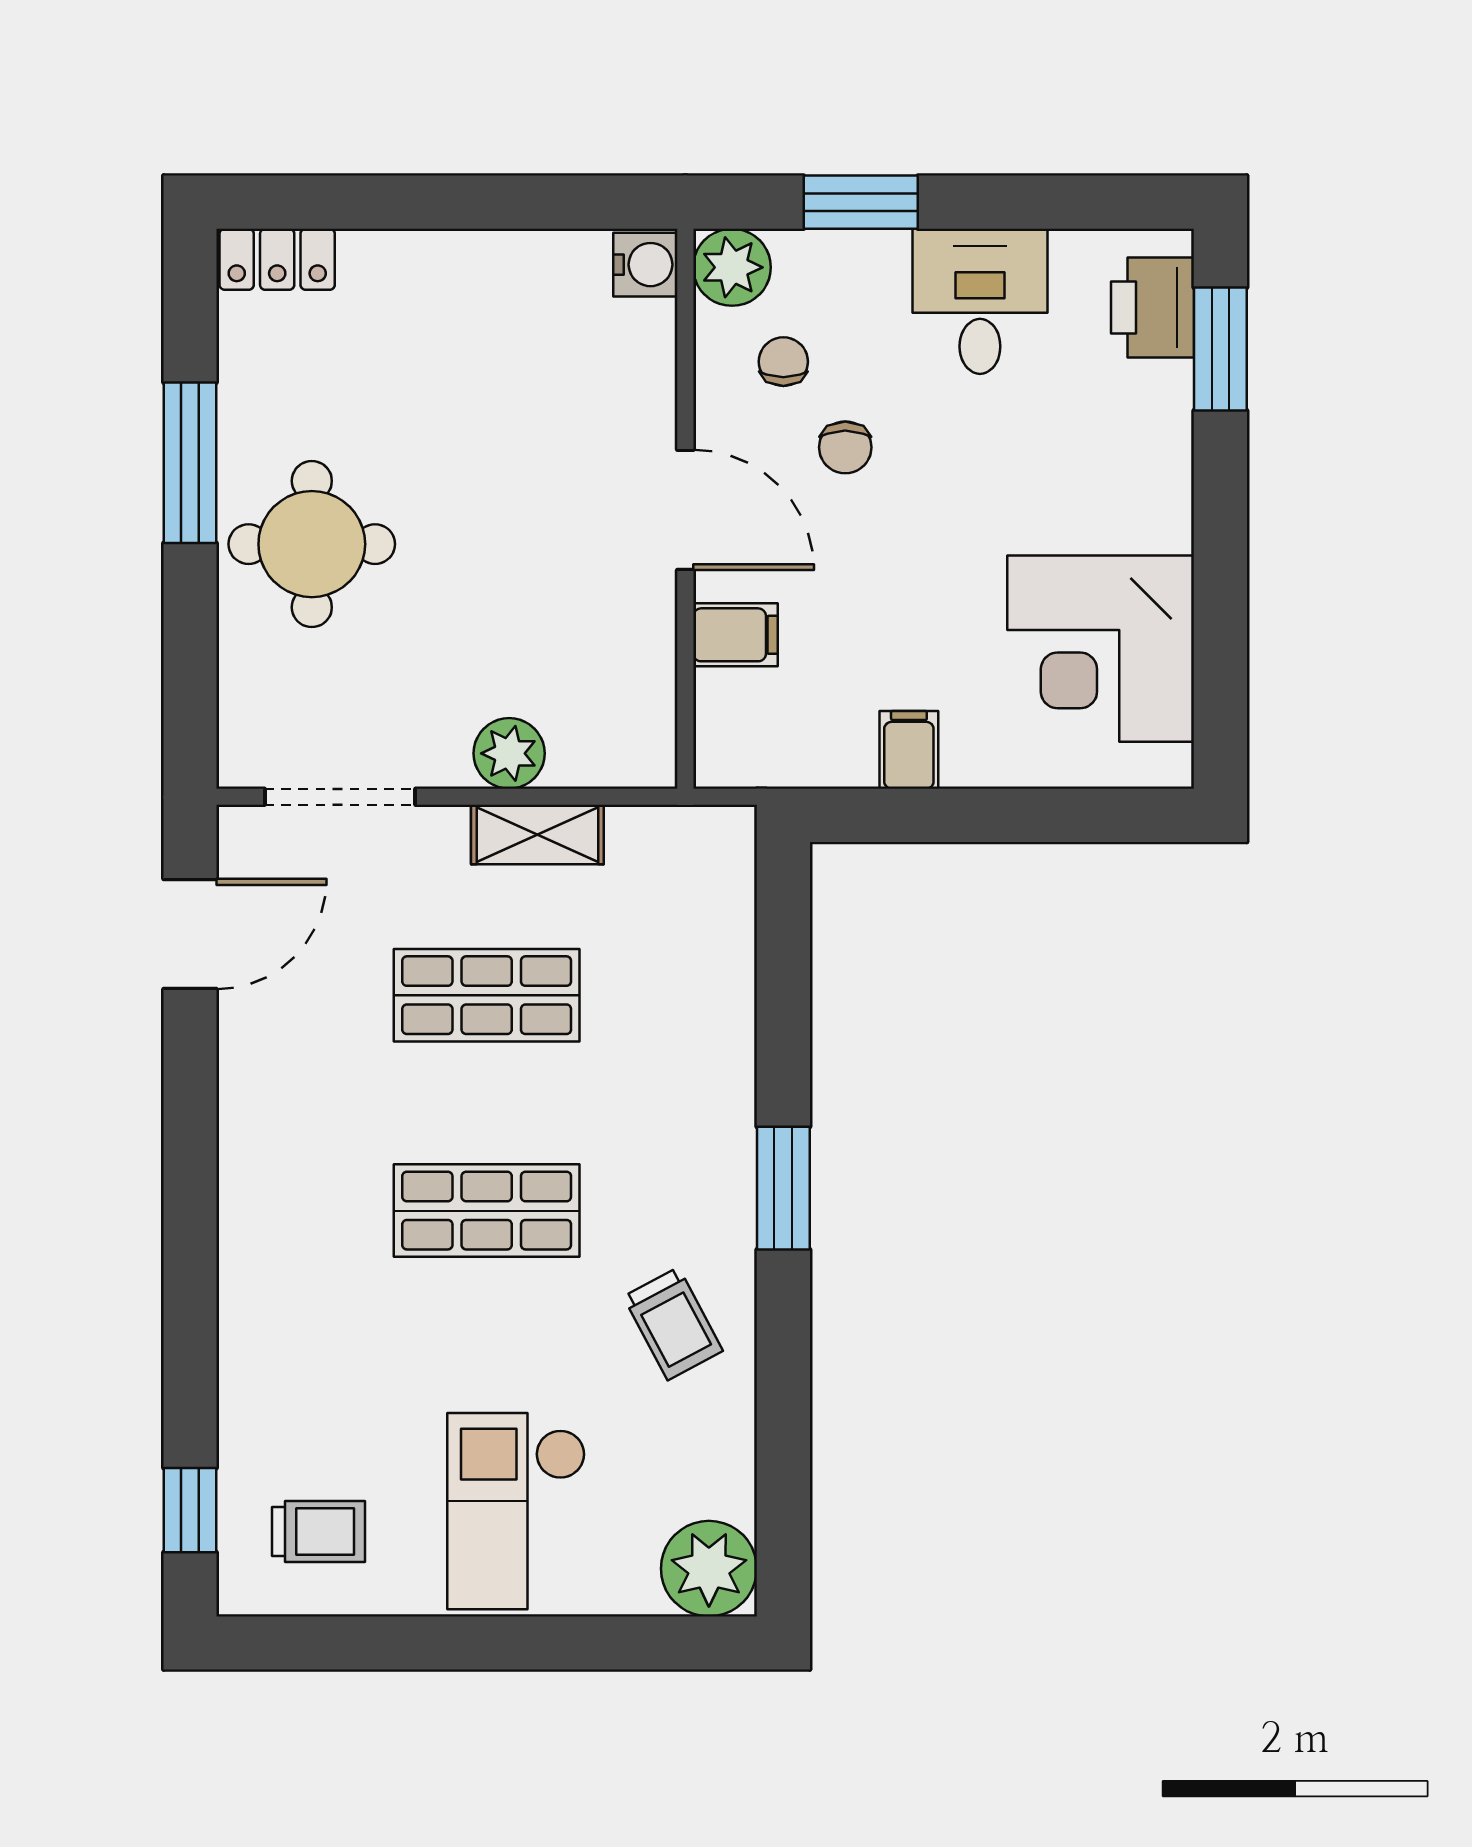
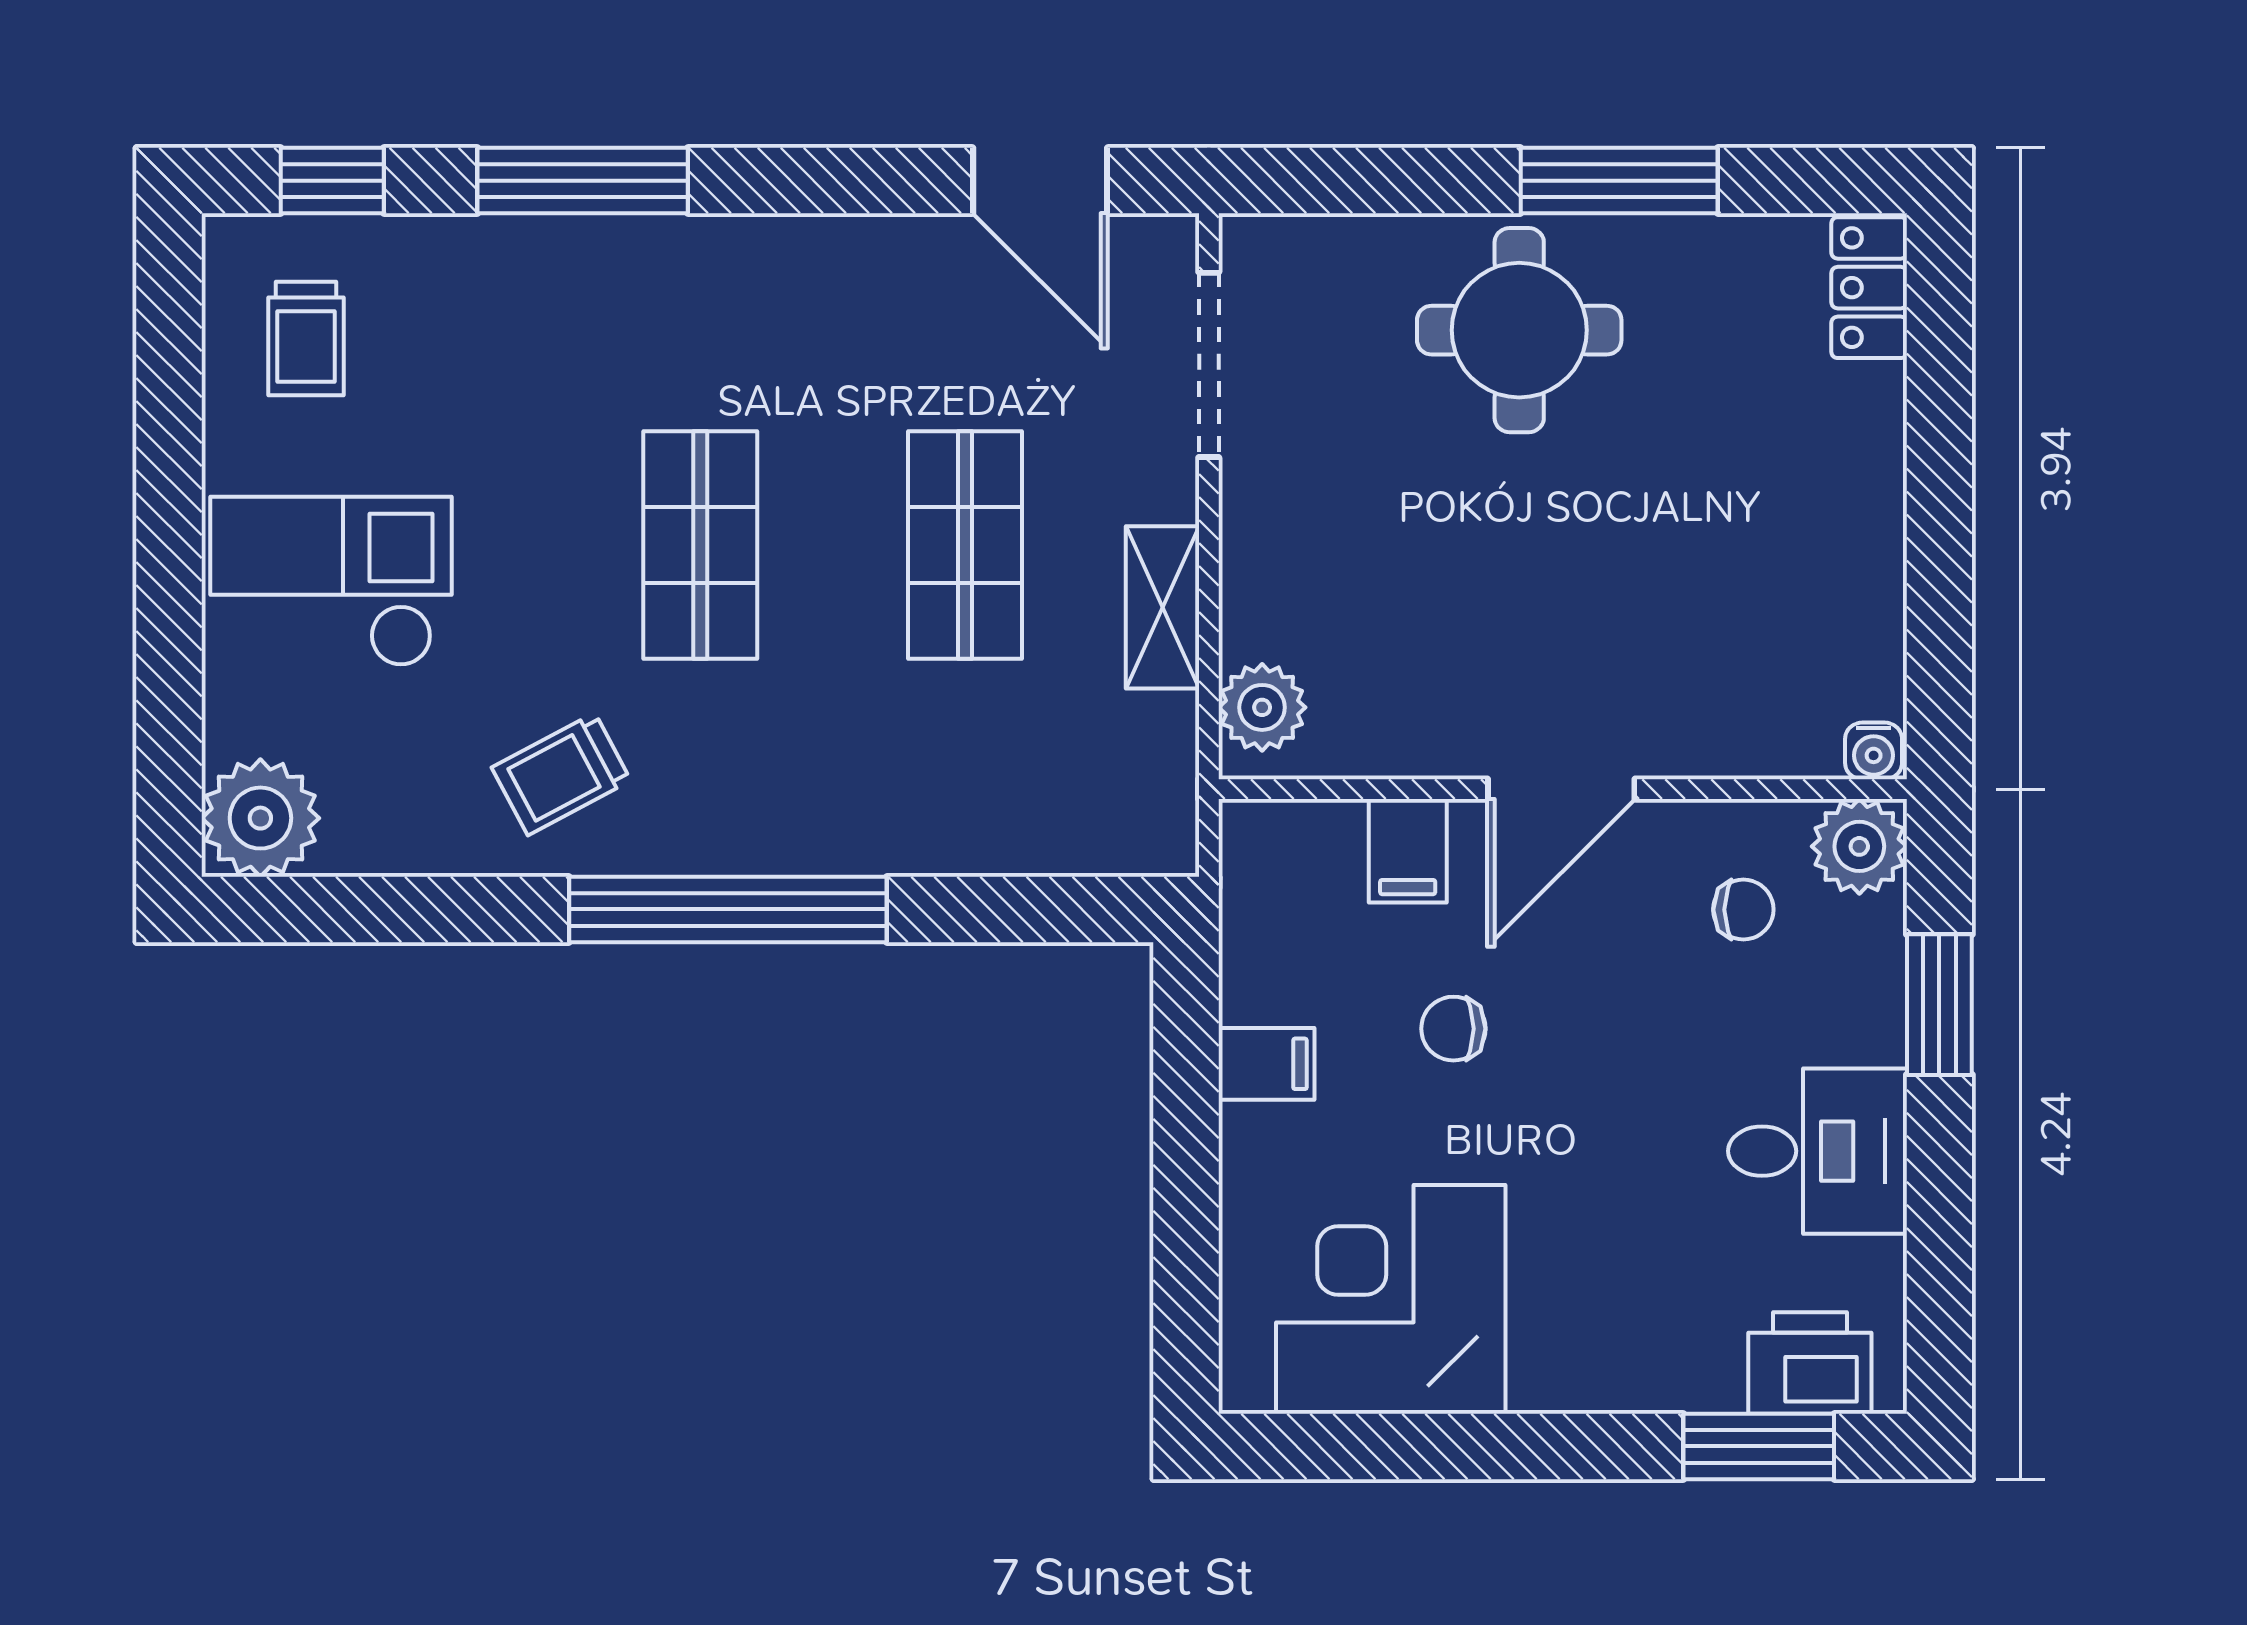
water cooler: (645, 265) -> (1874, 751), width x0.72, depth x0.72
chair: (845, 447) -> (1453, 1029), moved
plant: (509, 753) -> (1262, 707), moved
window: (783, 1188) -> (728, 909), width x2.11
window: (190, 1306) -> (583, 181), added

